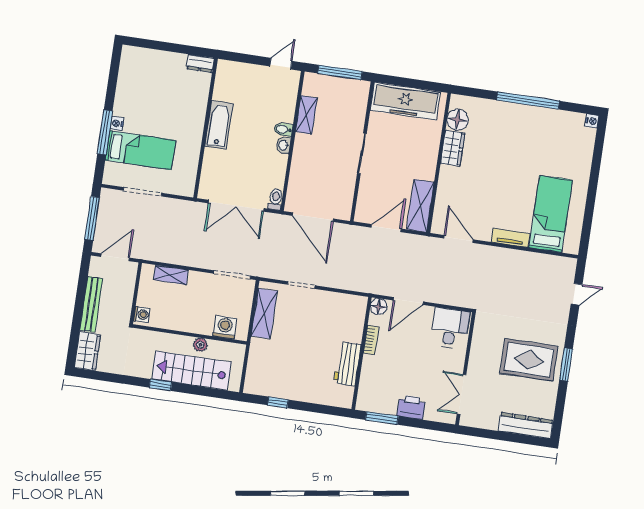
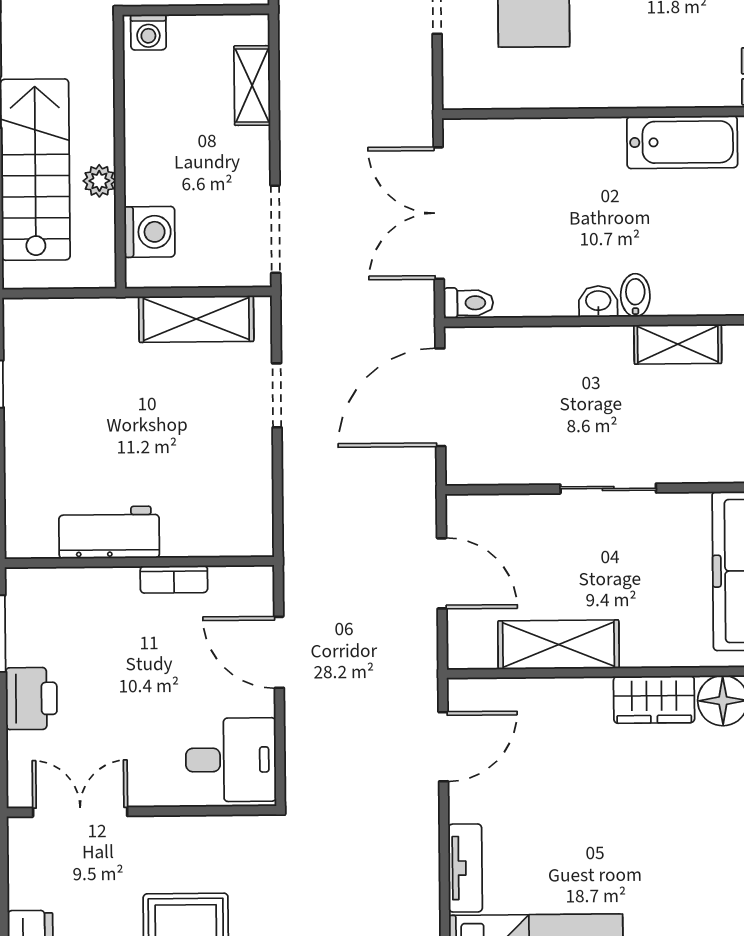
bathtub: (219, 125) -> (682, 142), moved
shelving: (420, 206) -> (558, 645), moved
floor lamp: (379, 307) -> (255, 585), removed

